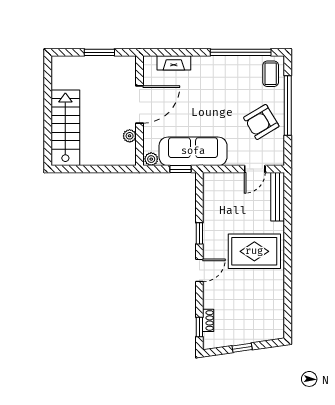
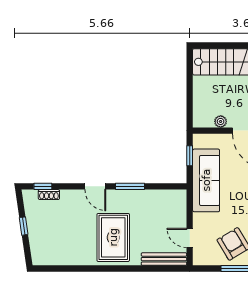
plant: (151, 159) -> (199, 142), removed
window: (181, 169) -> (190, 156), moved
window: (199, 233) -> (130, 186), width x1.50

